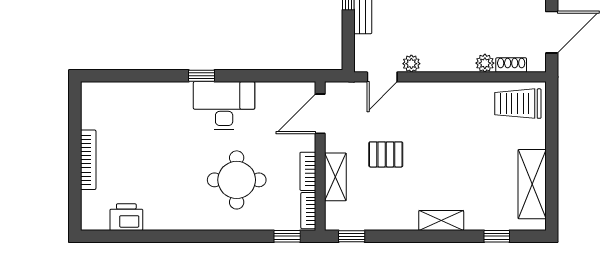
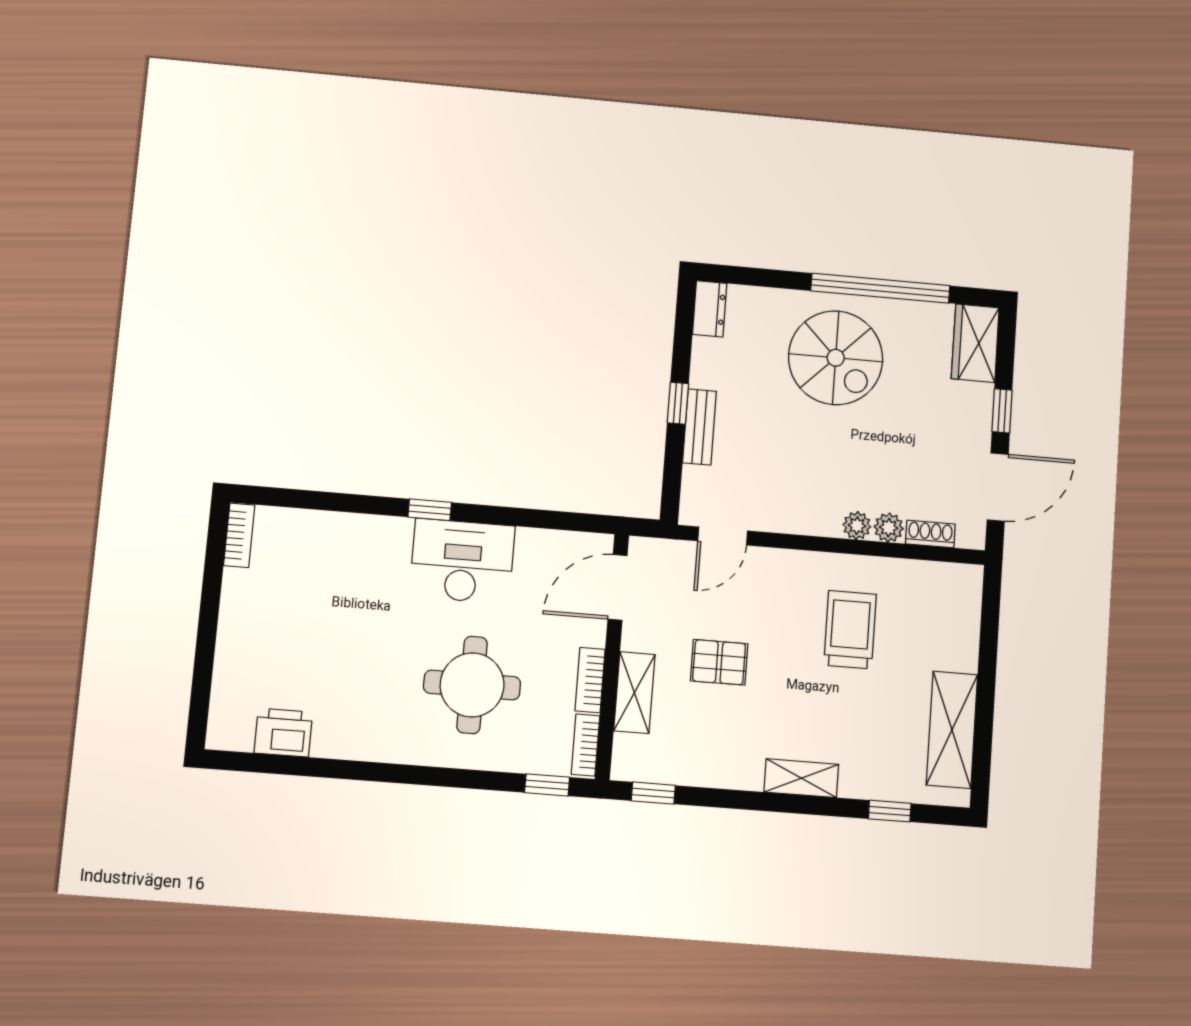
plant: (411, 64) -> (857, 526), moved
trolley: (518, 104) -> (850, 630), moved, turned 90
bookcase: (88, 160) -> (239, 535), moved, width x0.64

